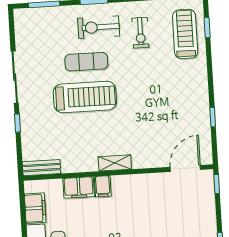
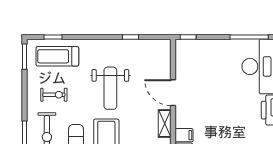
weight bench: (152, 98) -> (110, 88), added
door: (185, 168) -> (173, 93), moved

